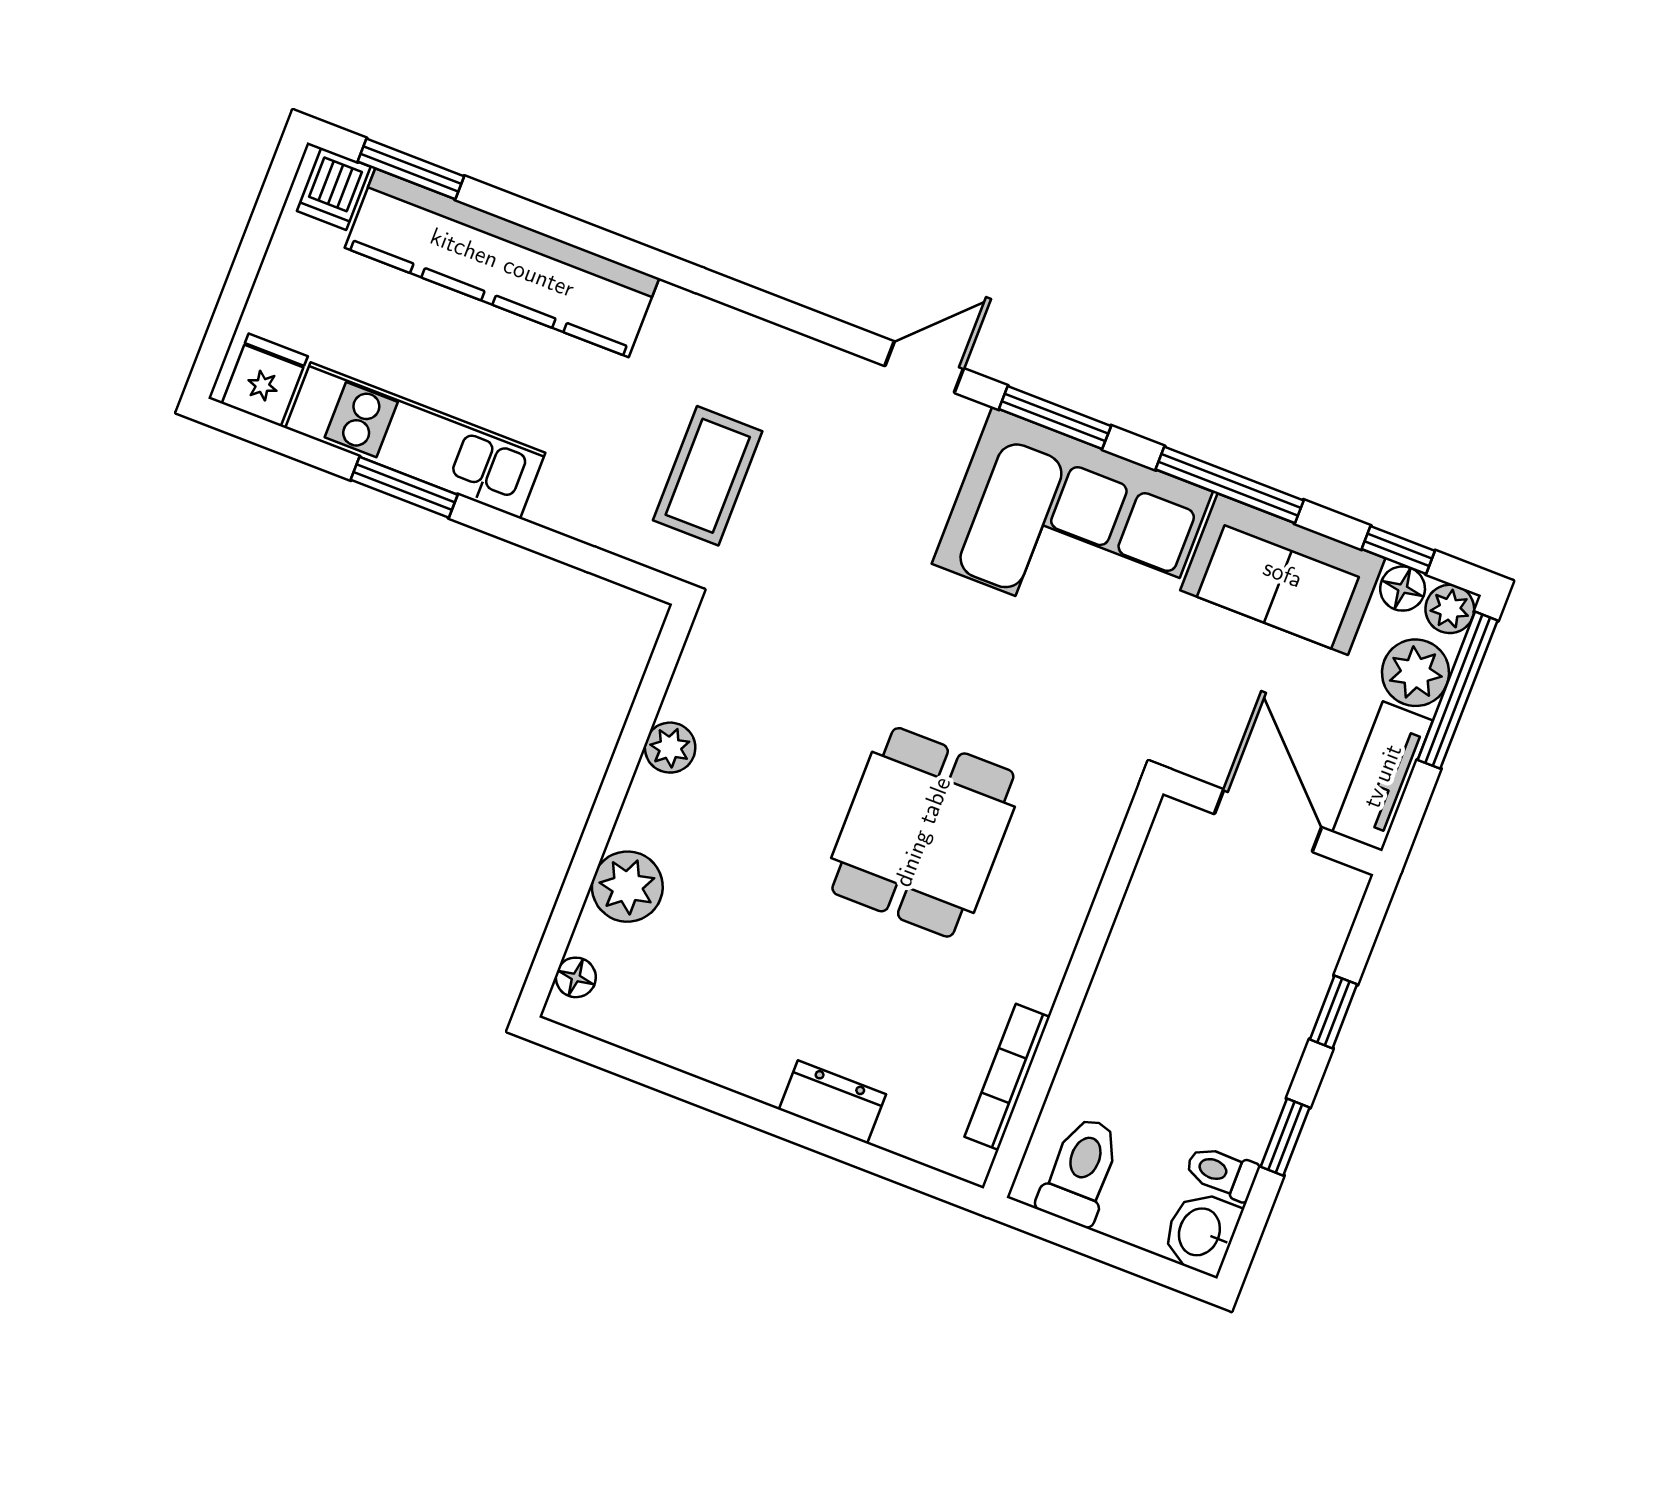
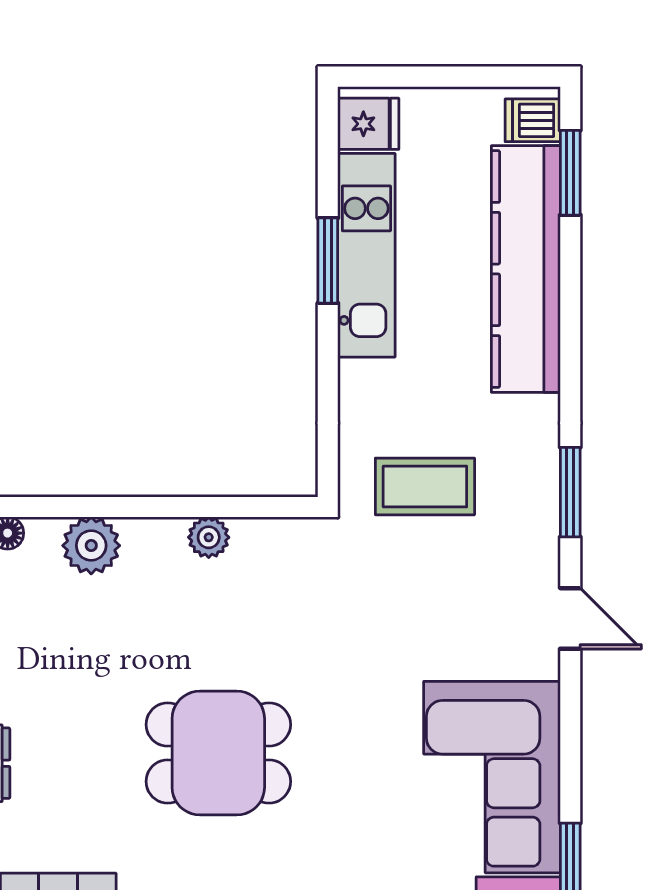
window: (1055, 418) -> (570, 492), moved

